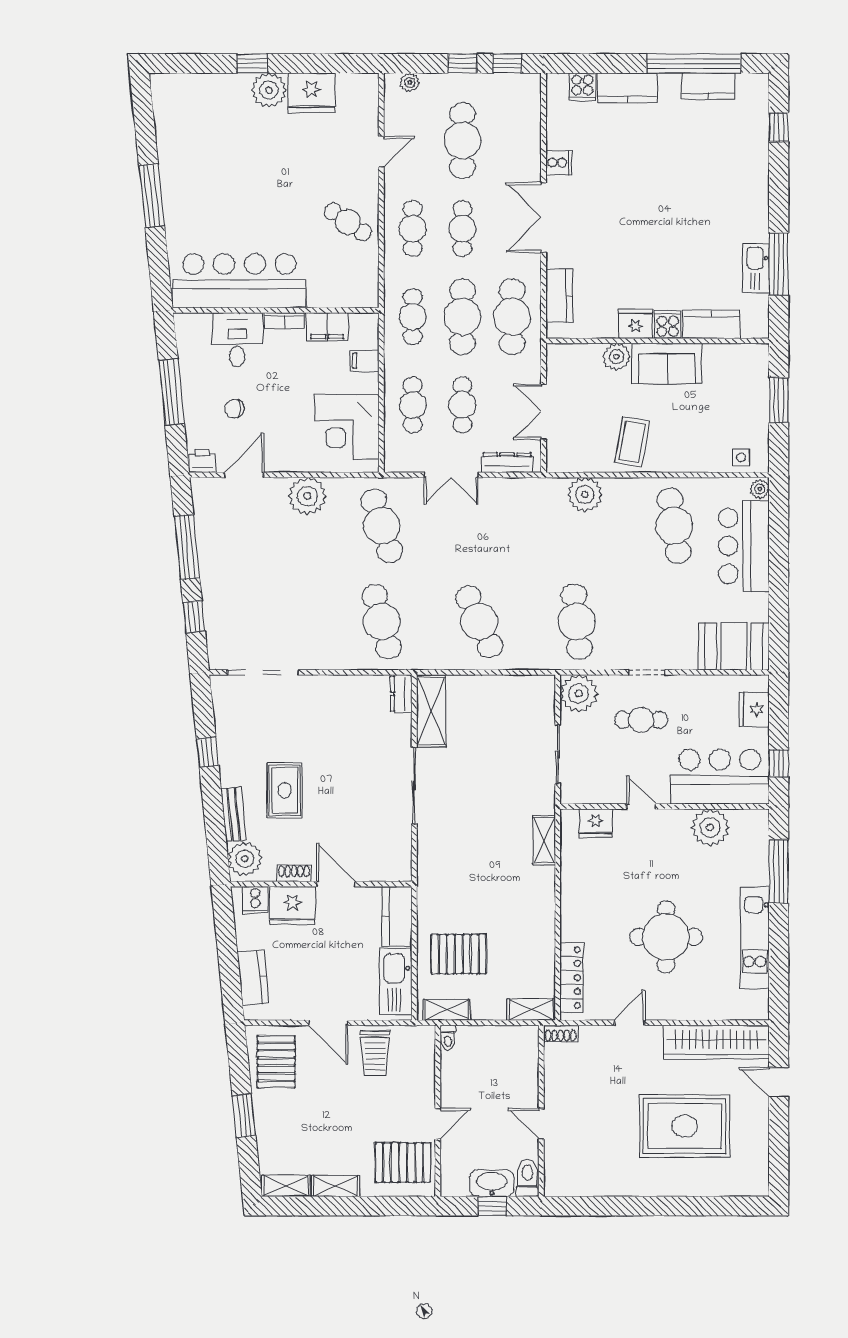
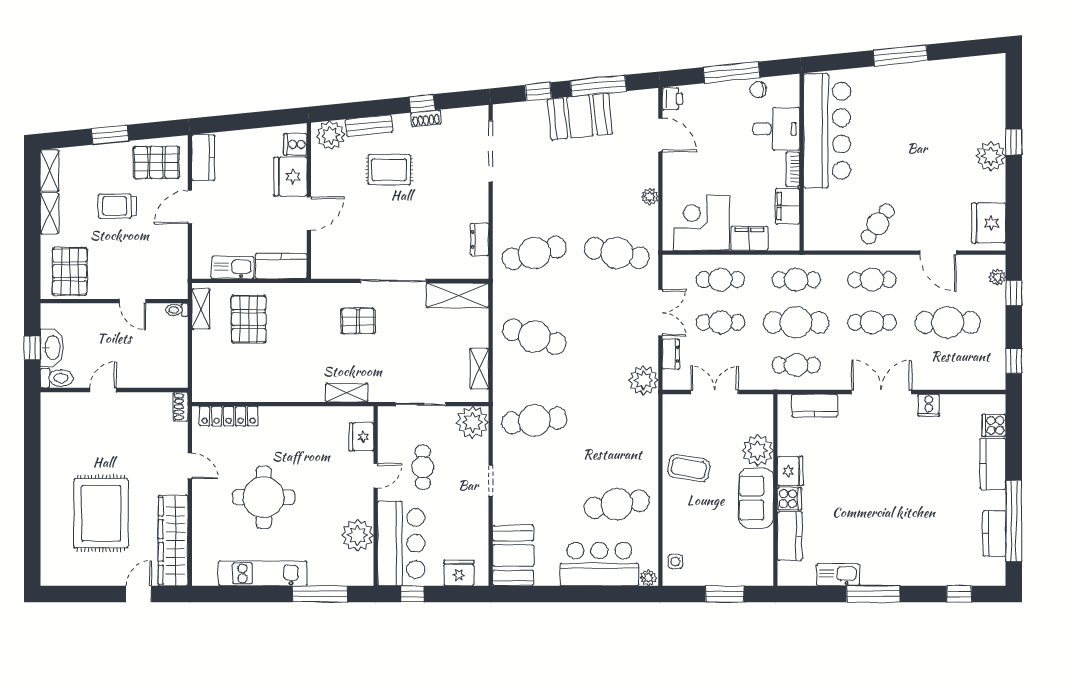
window: (462, 63) -> (1014, 293), moved
fridge: (312, 93) -> (989, 223), moved
door: (381, 152) -> (938, 253), width x1.38
window: (779, 264) -> (873, 594), moved
cafe table: (512, 317) -> (796, 365), width x0.73, depth x0.74
plant: (617, 357) -> (758, 451), width x1.36, depth x1.36
filing cabinet: (365, 361) -> (749, 238), width x2.00
chair: (234, 409) -> (758, 90), moved, turned -90
dresser: (507, 463) -> (671, 354), width x0.70
double door: (451, 475) -> (660, 313), swing flipped
plant: (585, 495) -> (643, 380), moved
plant: (307, 496) -> (650, 197), width x0.53, depth x0.53
cafe table: (382, 526) -> (617, 253), turned 30
booth: (223, 568) -> (580, 117), added
cafe table: (479, 622) -> (534, 337), turned 42
dresser: (401, 694) -> (480, 239), moved, turned -90
cafe table: (641, 720) -> (423, 467), moved
pallet: (461, 827) -> (358, 321), added
shoe rack: (294, 873) -> (426, 118), moved, turned 84
kitchen counter: (253, 977) -> (203, 158), moved, turned -84
kitchen sink: (396, 982) -> (233, 268), width x0.73, depth x0.81
shelving: (531, 1010) -> (479, 369), moved
trolley: (375, 1053) -> (117, 206), moved
door: (438, 1124) -> (133, 301), moved

